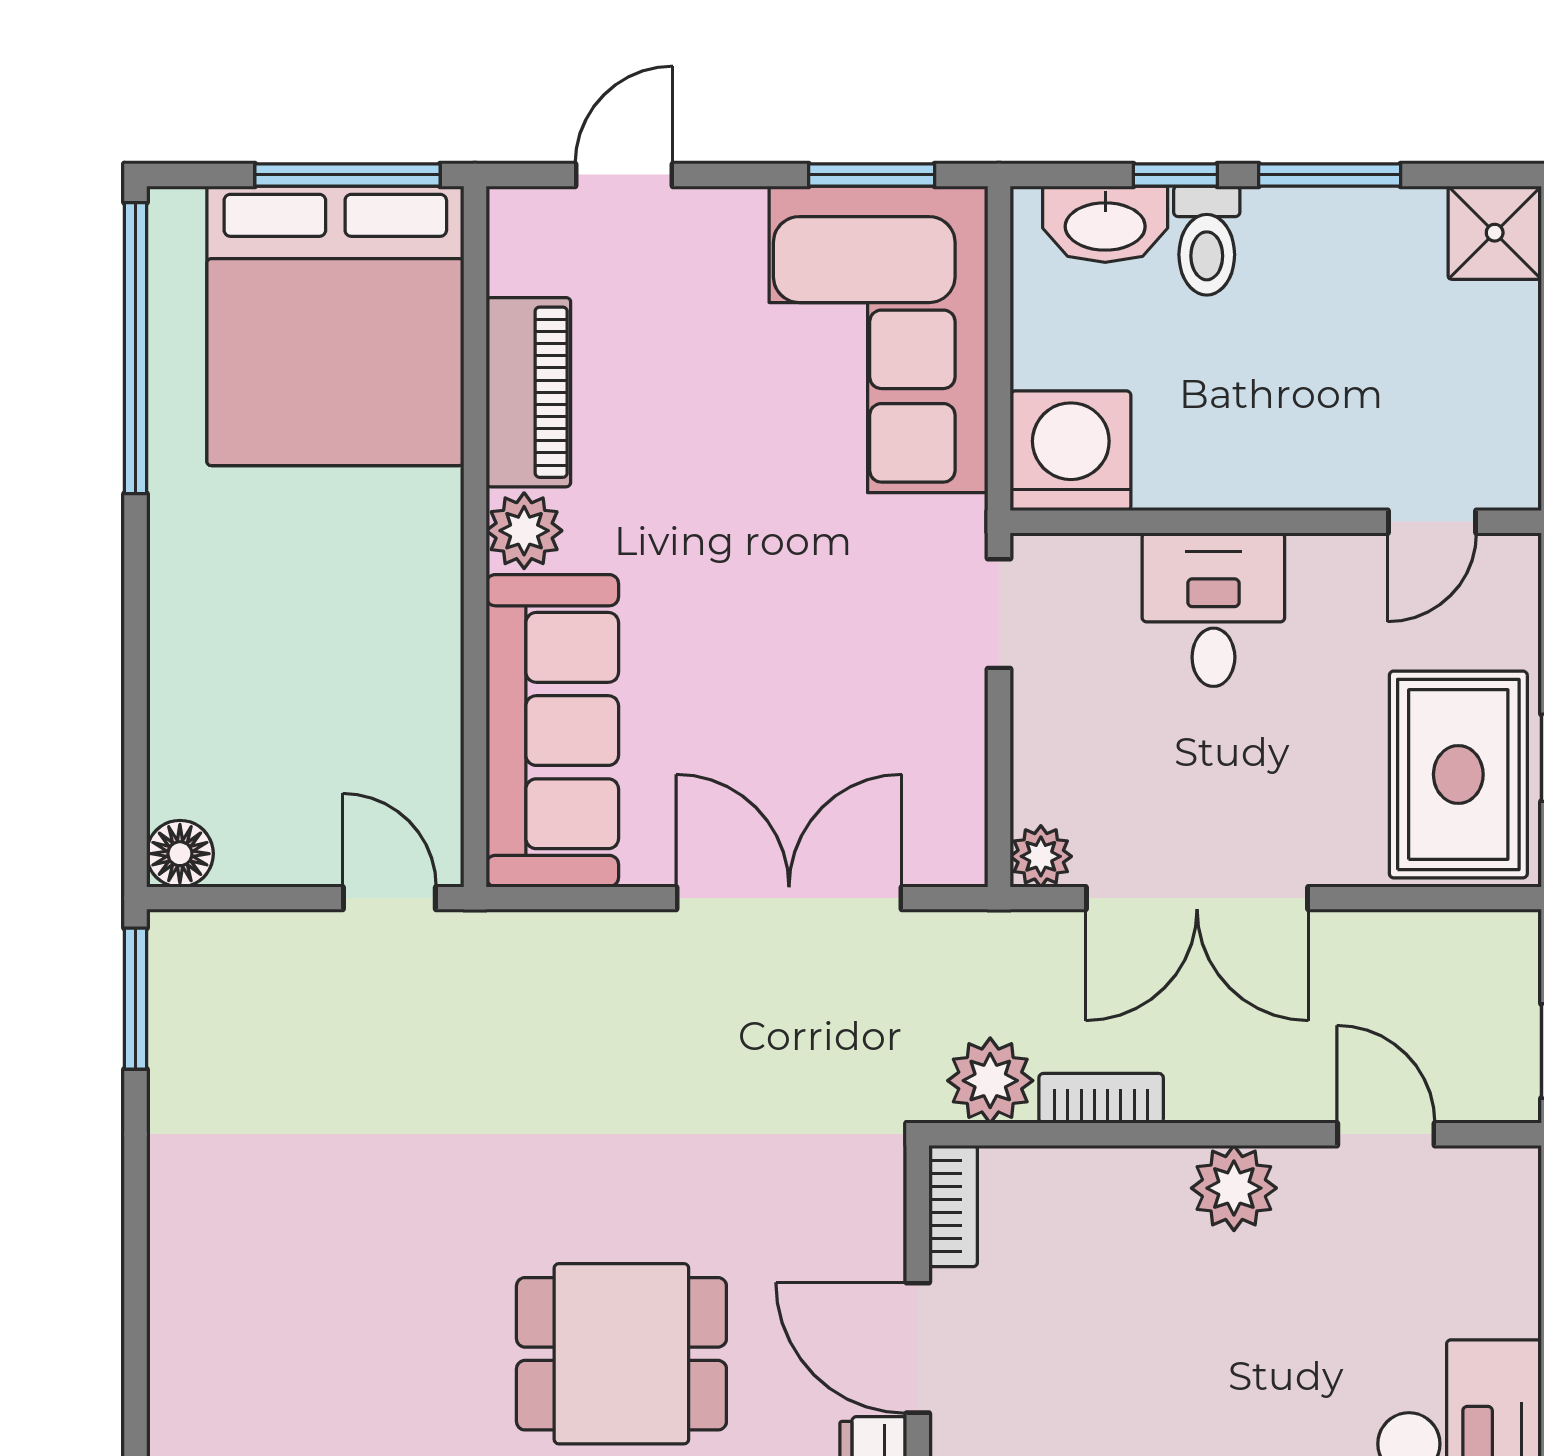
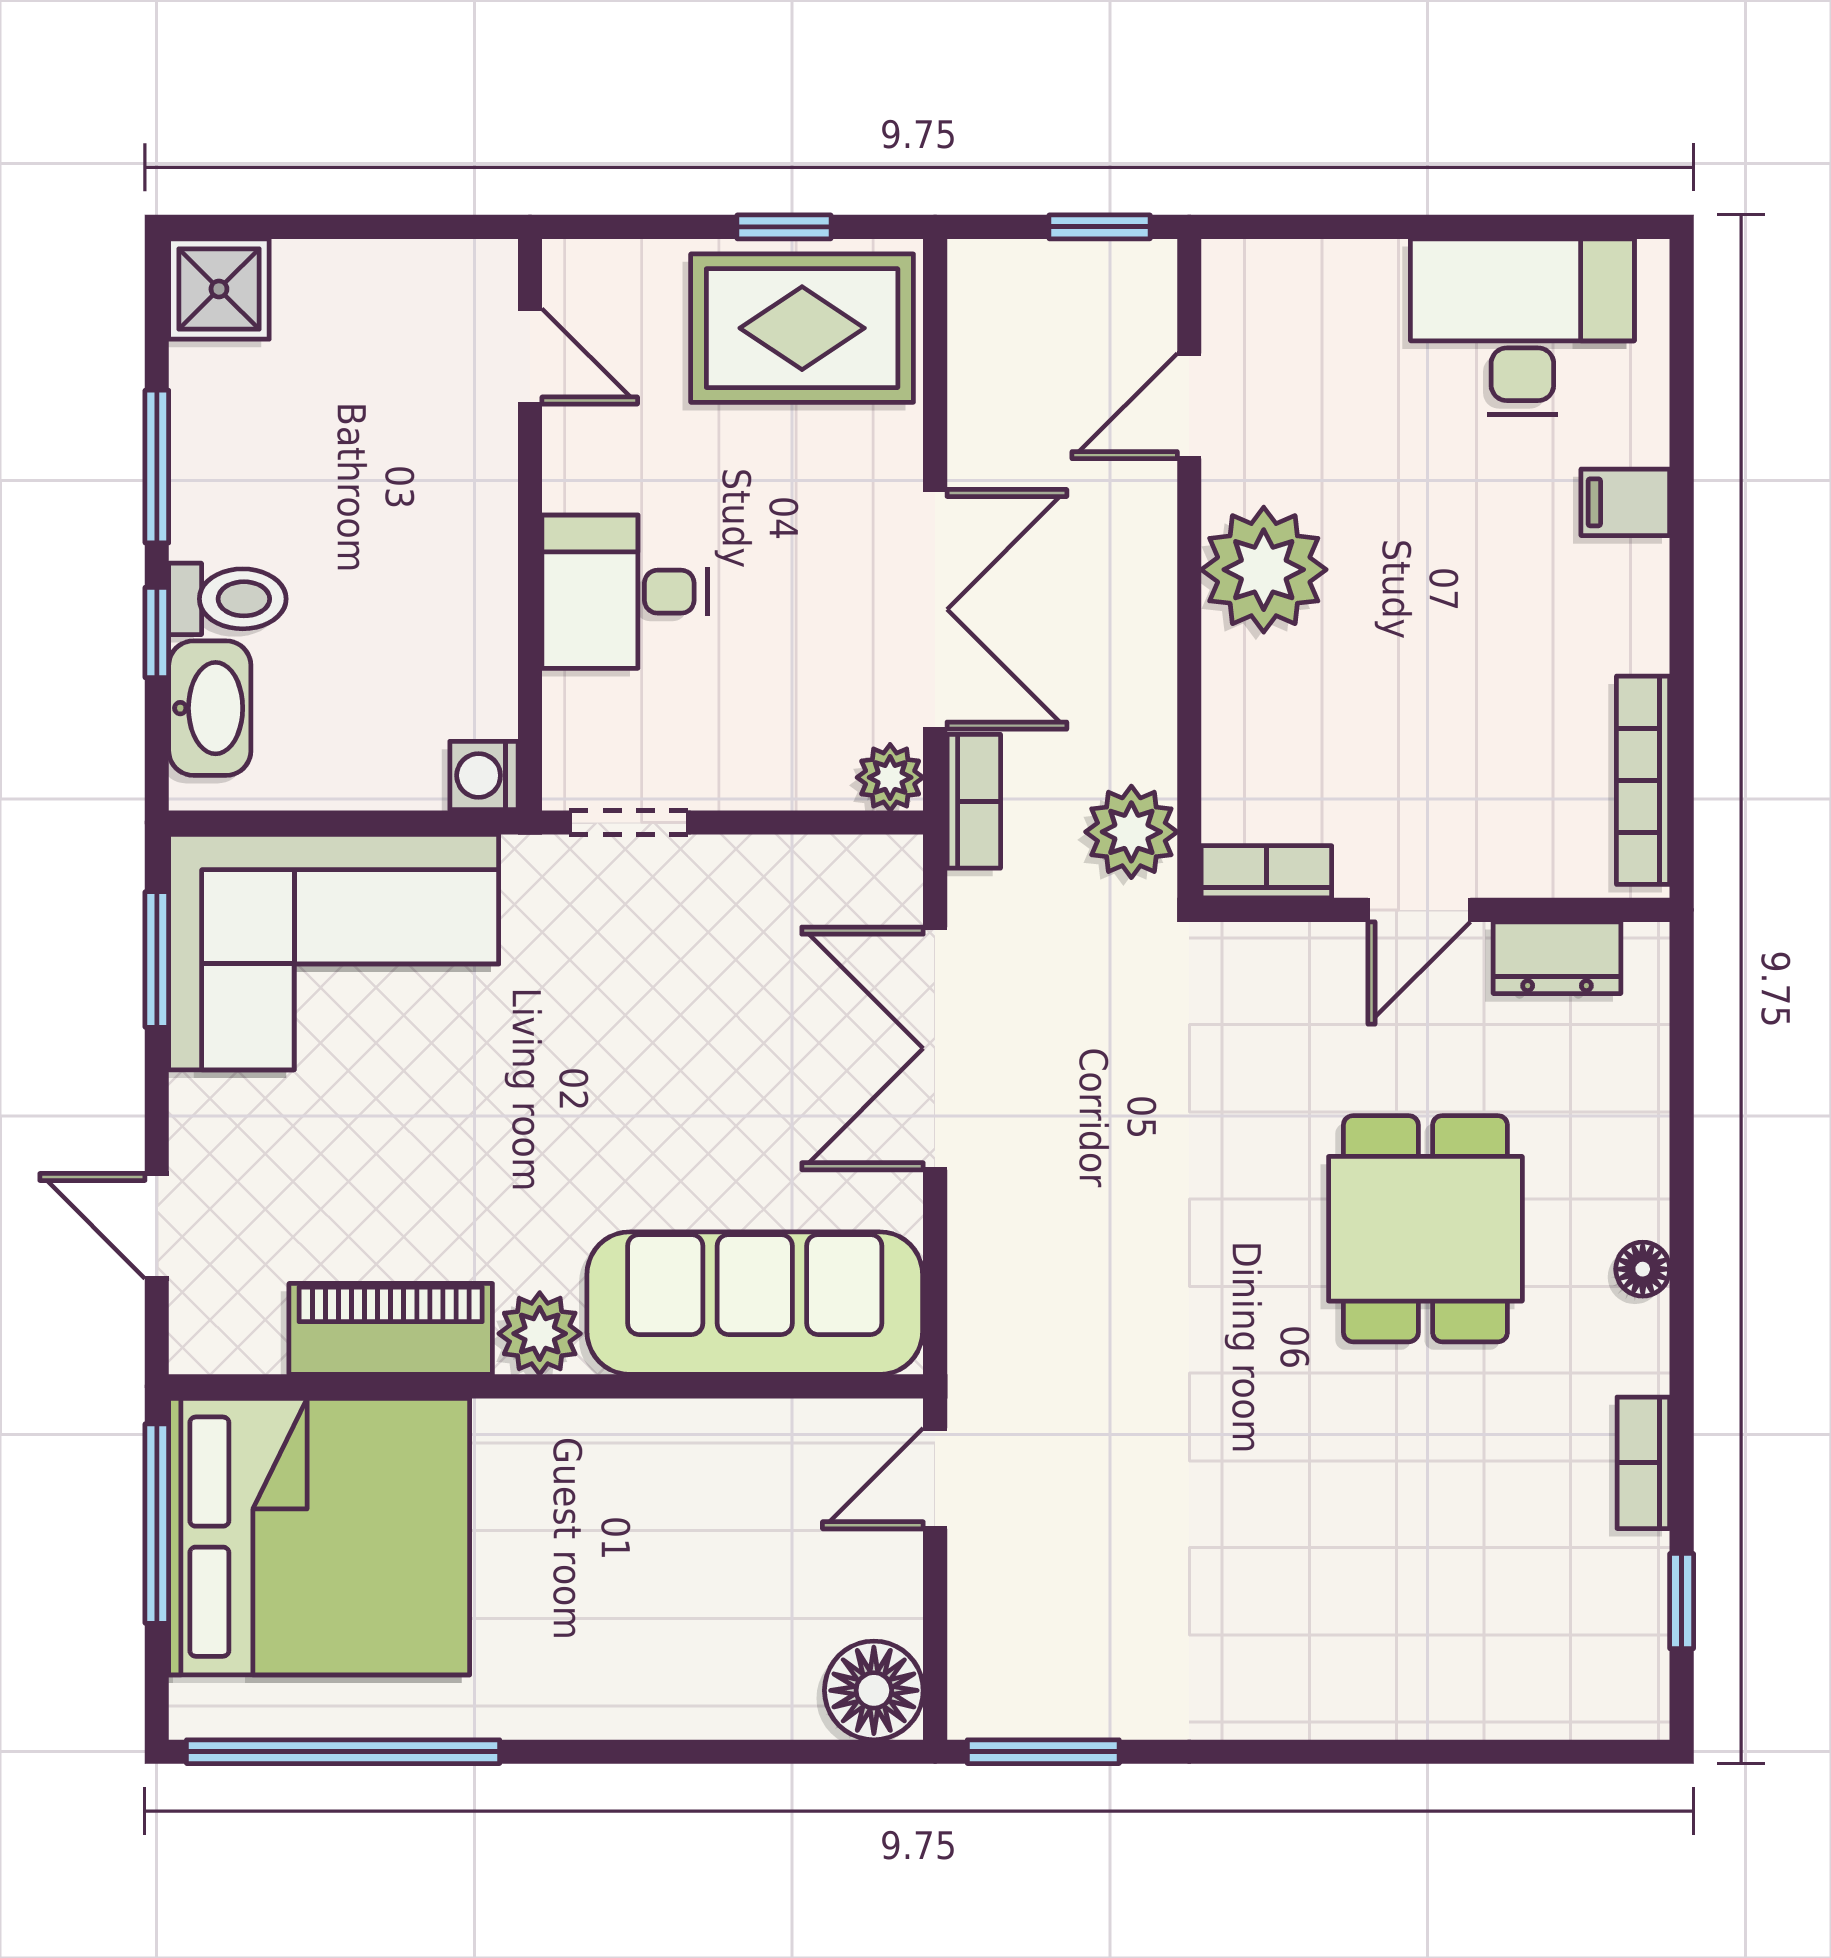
washing machine: (1071, 451) -> (484, 775), width x0.53, depth x0.53
floor lamp: (180, 854) -> (874, 1690), width x1.38, depth x1.38
bookcase: (1101, 1098) -> (974, 801), moved, turned 180
plant: (1234, 1188) -> (1264, 570), width x1.36, depth x1.36
door: (918, 1348) -> (1419, 910), width x0.73

